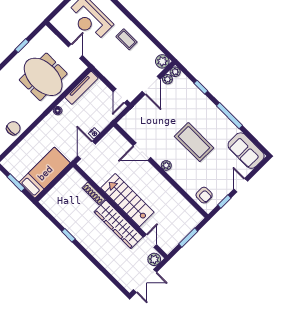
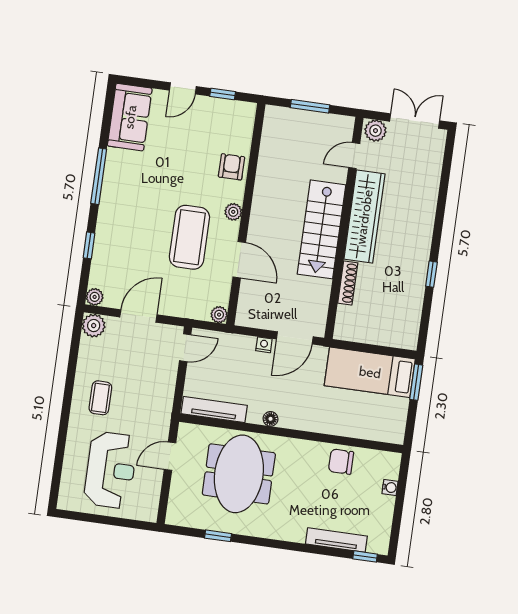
plant: (167, 79) -> (219, 315), moved
coffee table: (194, 142) -> (189, 237), moved
window: (16, 183) -> (416, 382), moved
armchair: (204, 195) -> (231, 167), moved

